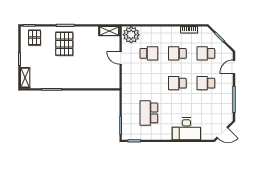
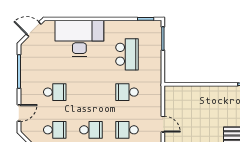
school desk: (177, 83) -> (127, 92), moved, turned 180
desk: (186, 129) -> (79, 38), width x1.36, depth x1.30

